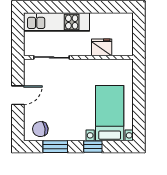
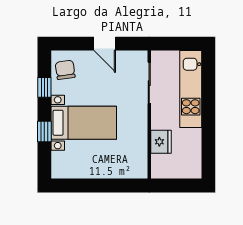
bed with nightstands: (110, 113) -> (84, 123), moved
window: (55, 147) -> (44, 87), width x0.67

